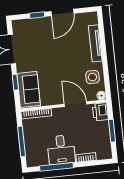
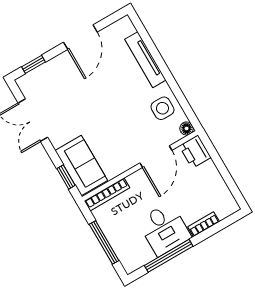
window: (37, 15) -> (33, 64), moved
window: (15, 82) -> (66, 177), moved
door: (76, 104) -> (156, 157), swing flipped
window: (112, 131) -> (223, 171), removed

